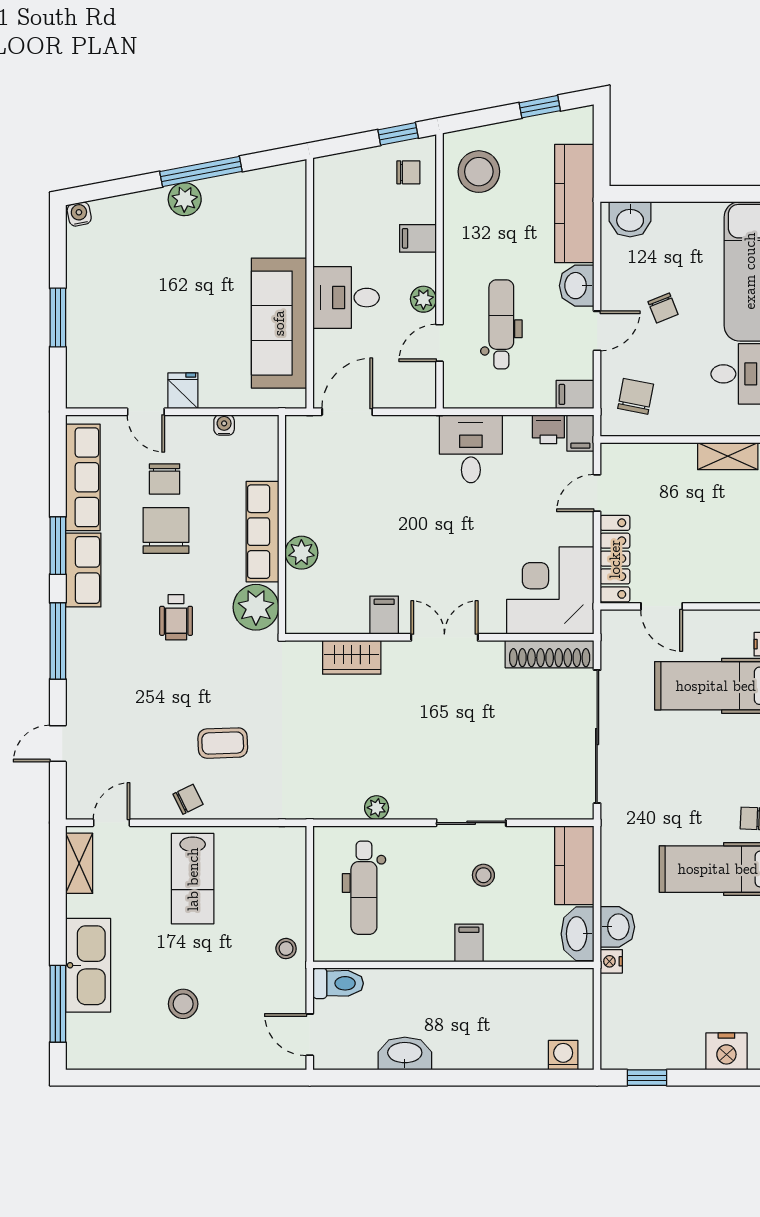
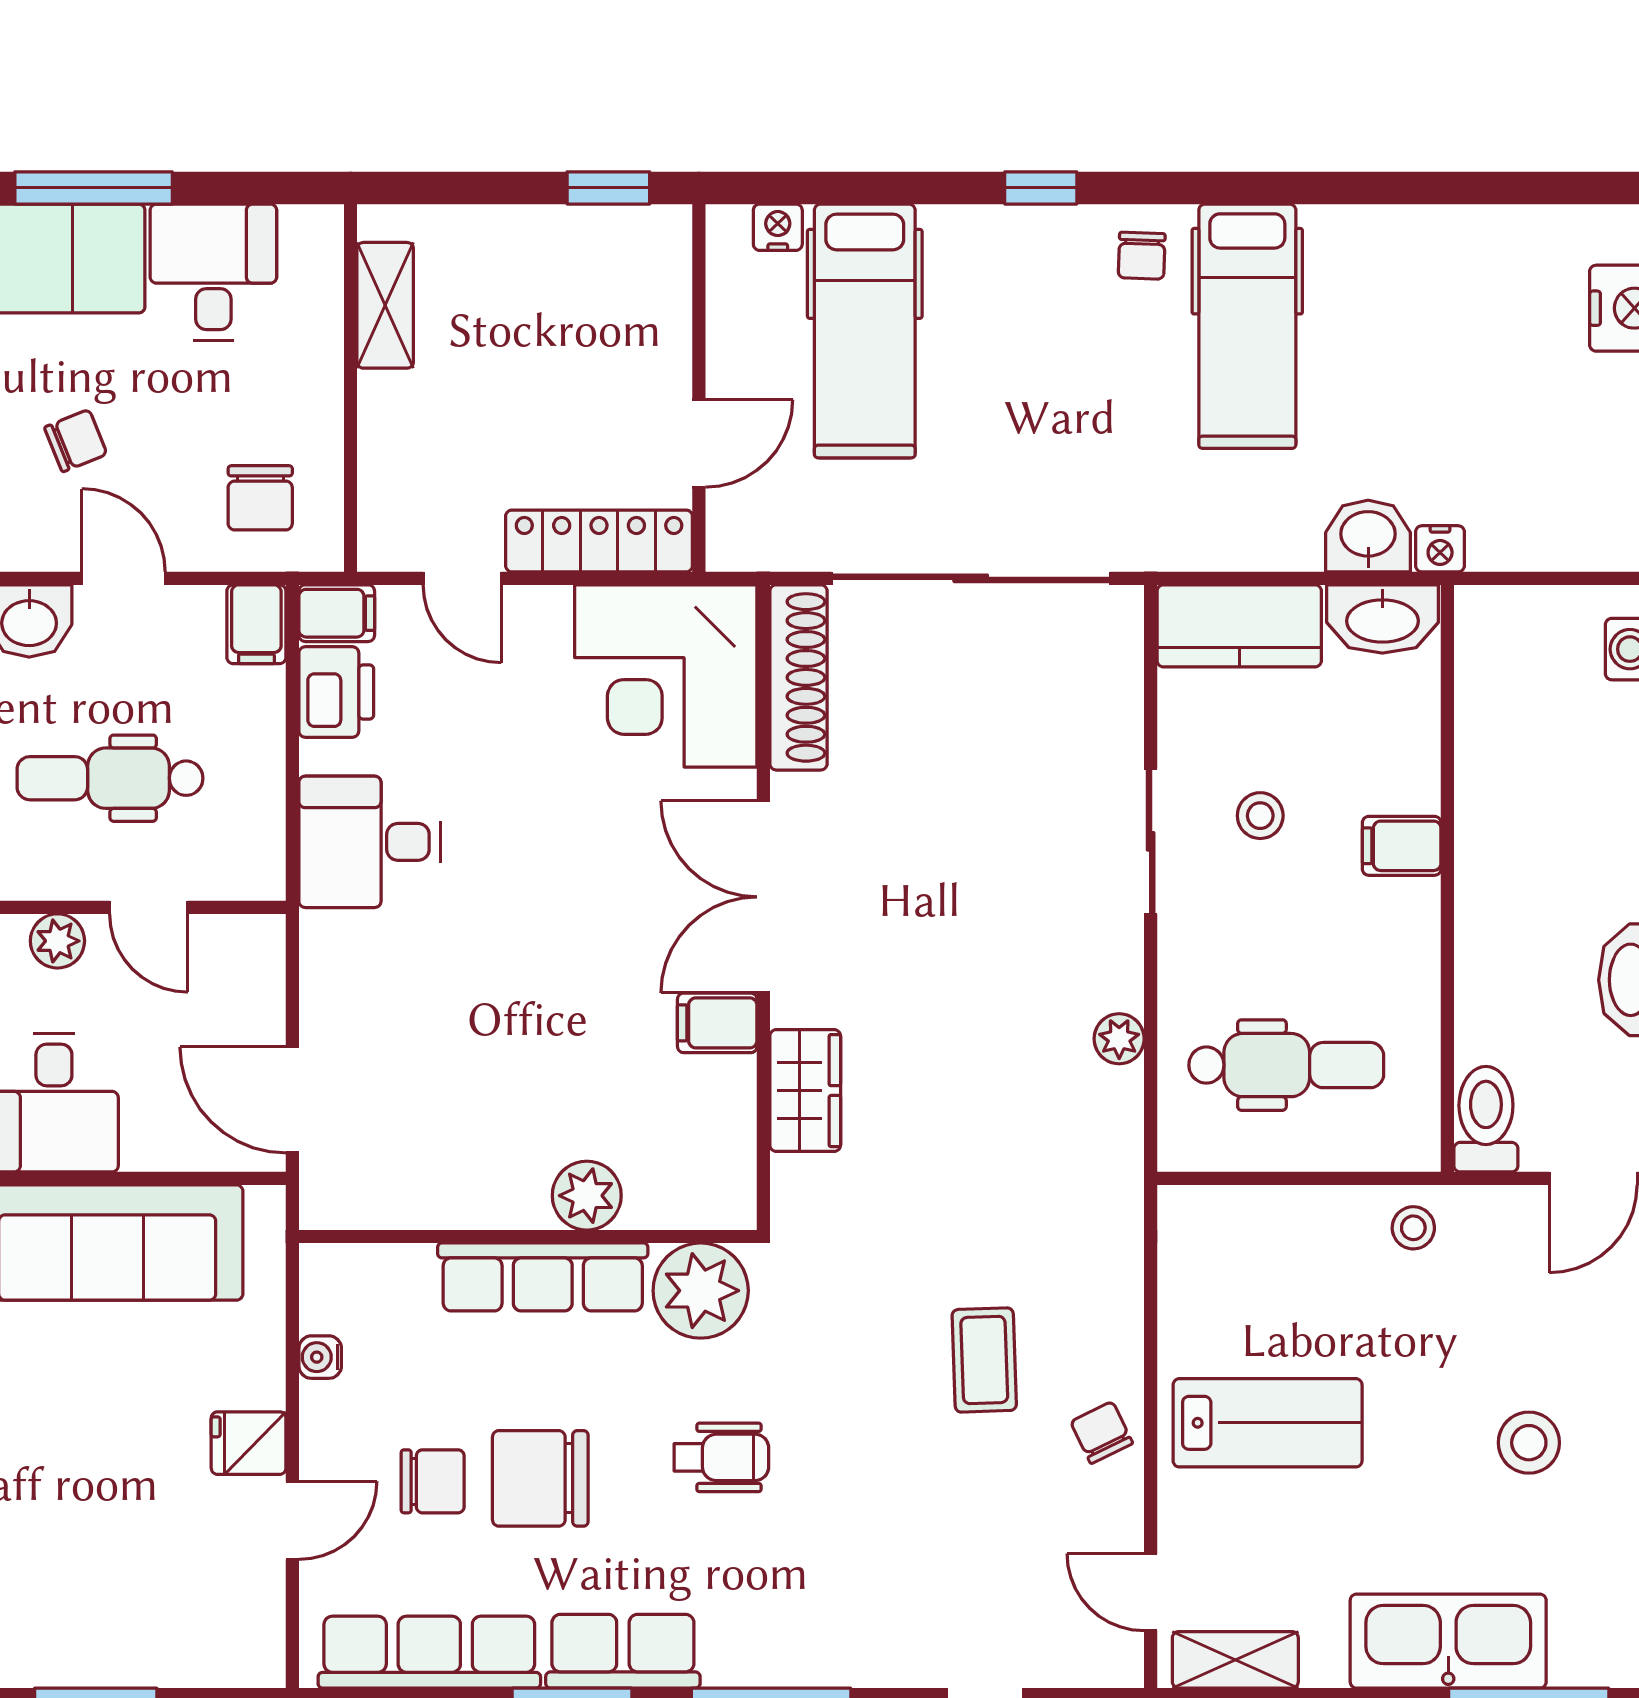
chair: (636, 396) -> (260, 498), turned -101
printer: (548, 429) -> (336, 692), width x1.36, depth x1.24
double door: (444, 637) -> (763, 897), width x1.37

